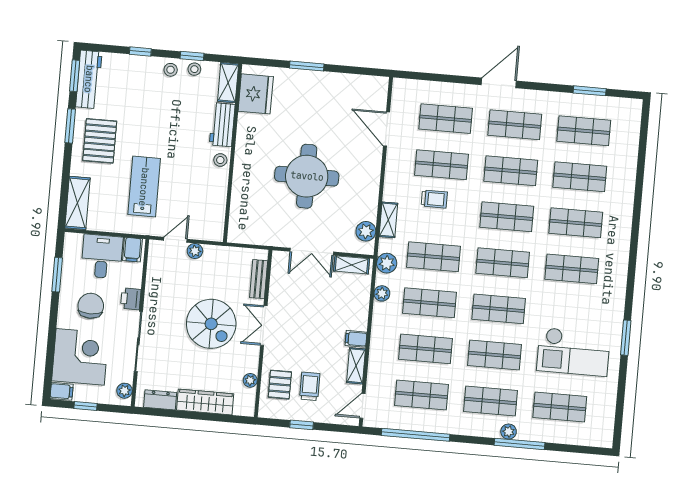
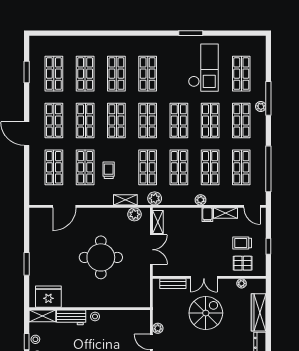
plant: (382, 293) -> (201, 200), moved

